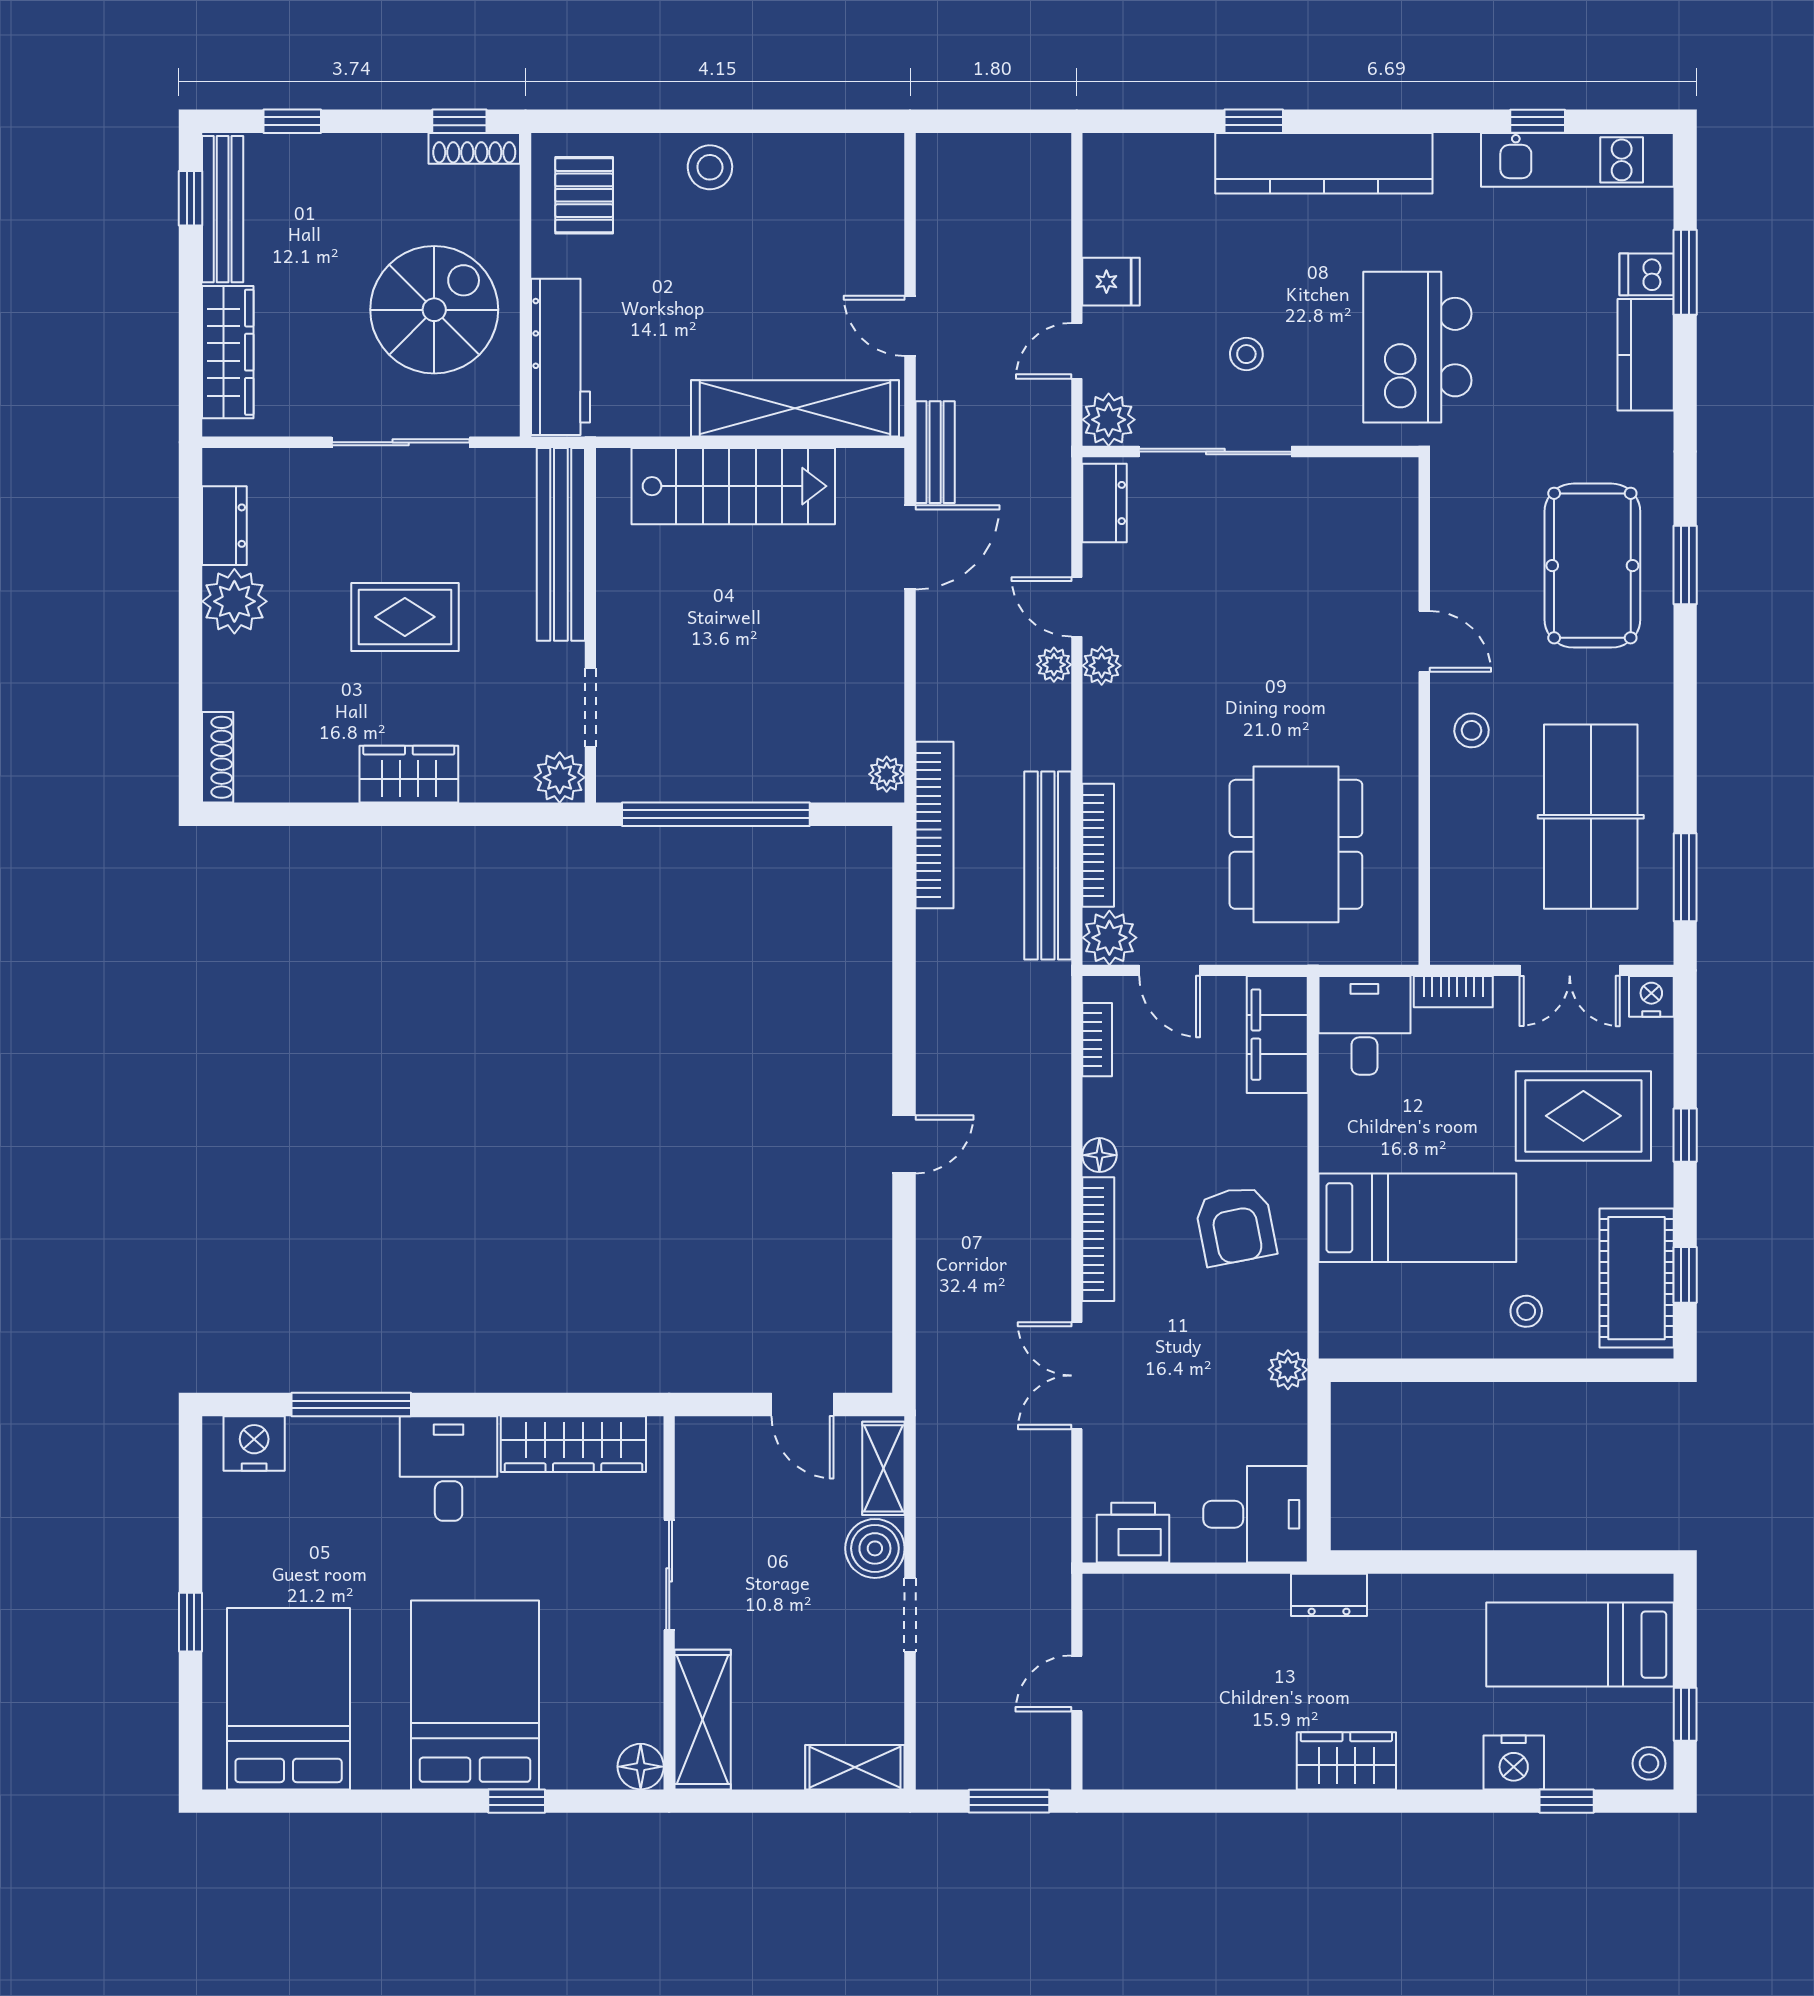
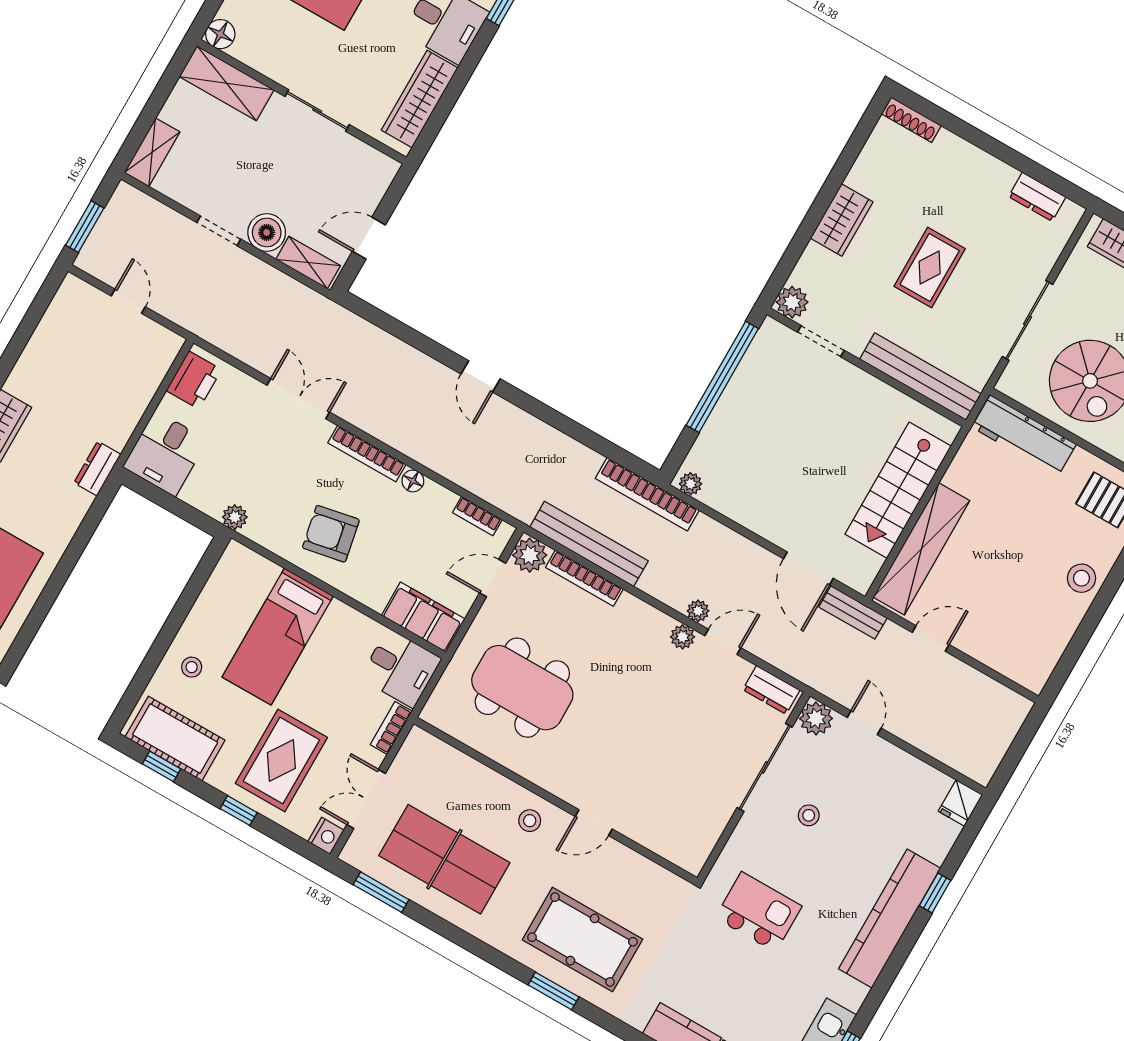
fridge: (1111, 282) -> (960, 803), moved
kitchen island: (1417, 347) -> (758, 912), width x0.73, depth x0.78
plant: (234, 601) -> (992, 178), removed

